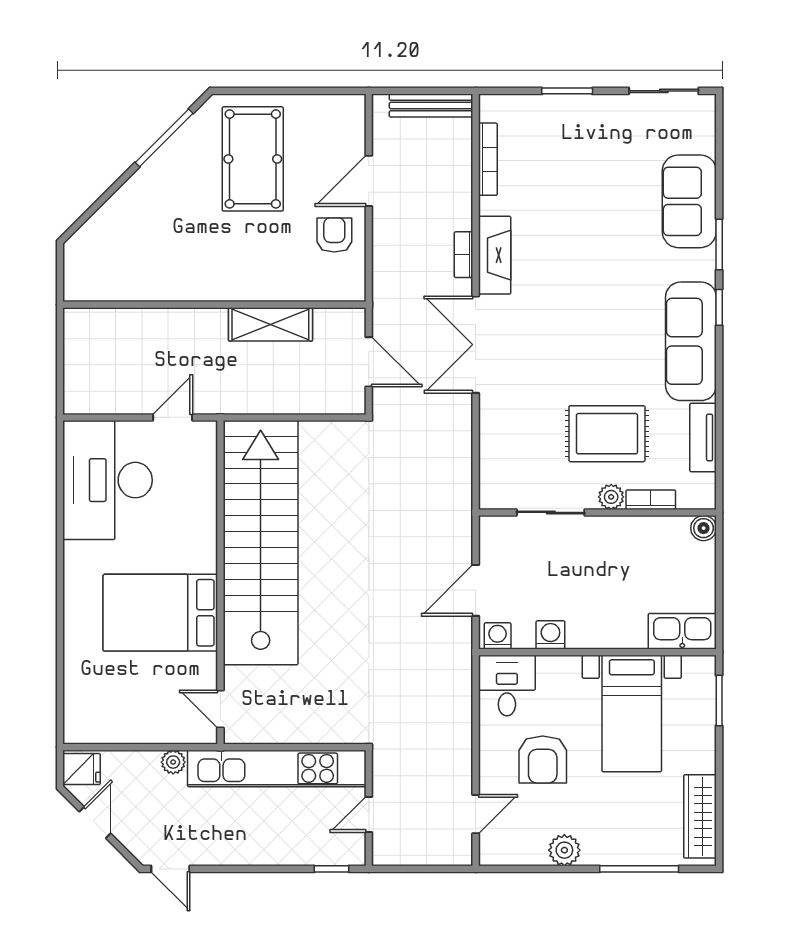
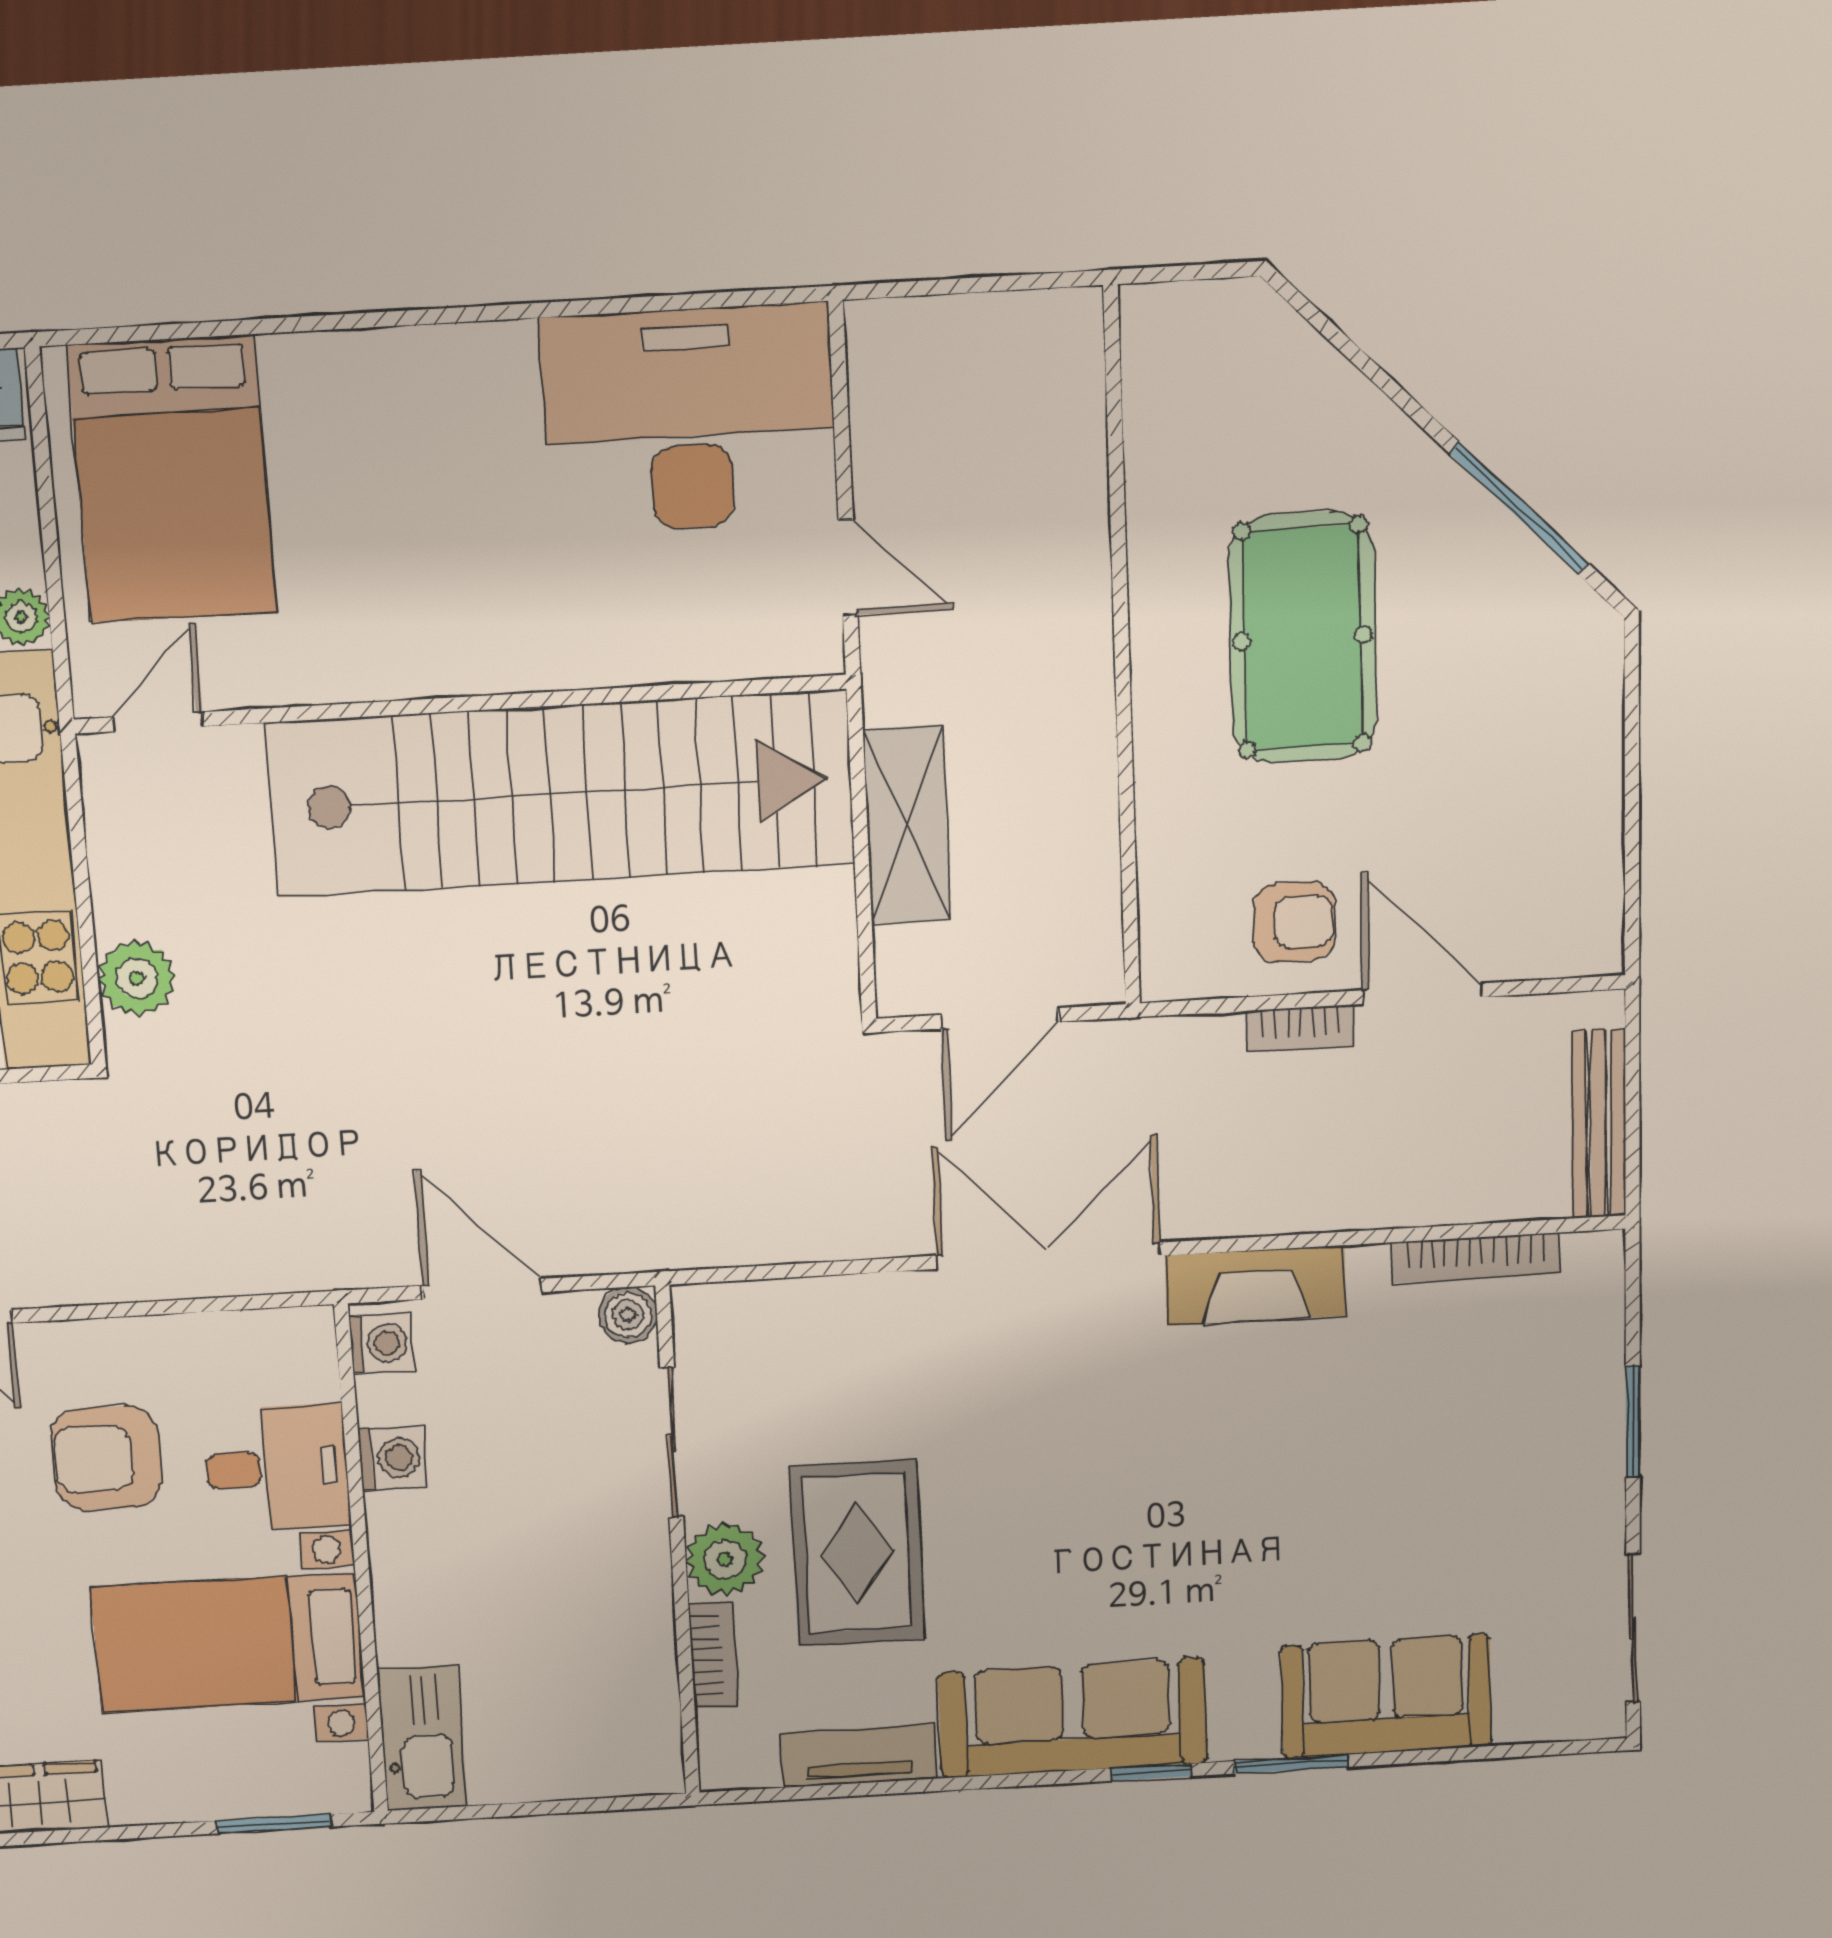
pool table: (253, 159) -> (1303, 638), moved, turned 90
bookcase: (464, 255) -> (1300, 1028), moved, turned 180
shelving: (270, 324) -> (907, 825), moved
plant: (611, 497) -> (725, 1559), width x1.38, depth x1.38
boiler: (704, 528) -> (628, 1315), moved
bed: (160, 613) -> (172, 479), moved, turned 180
desk: (507, 686) -> (277, 1468), moved
plant: (329, 727) -> (137, 978), added

